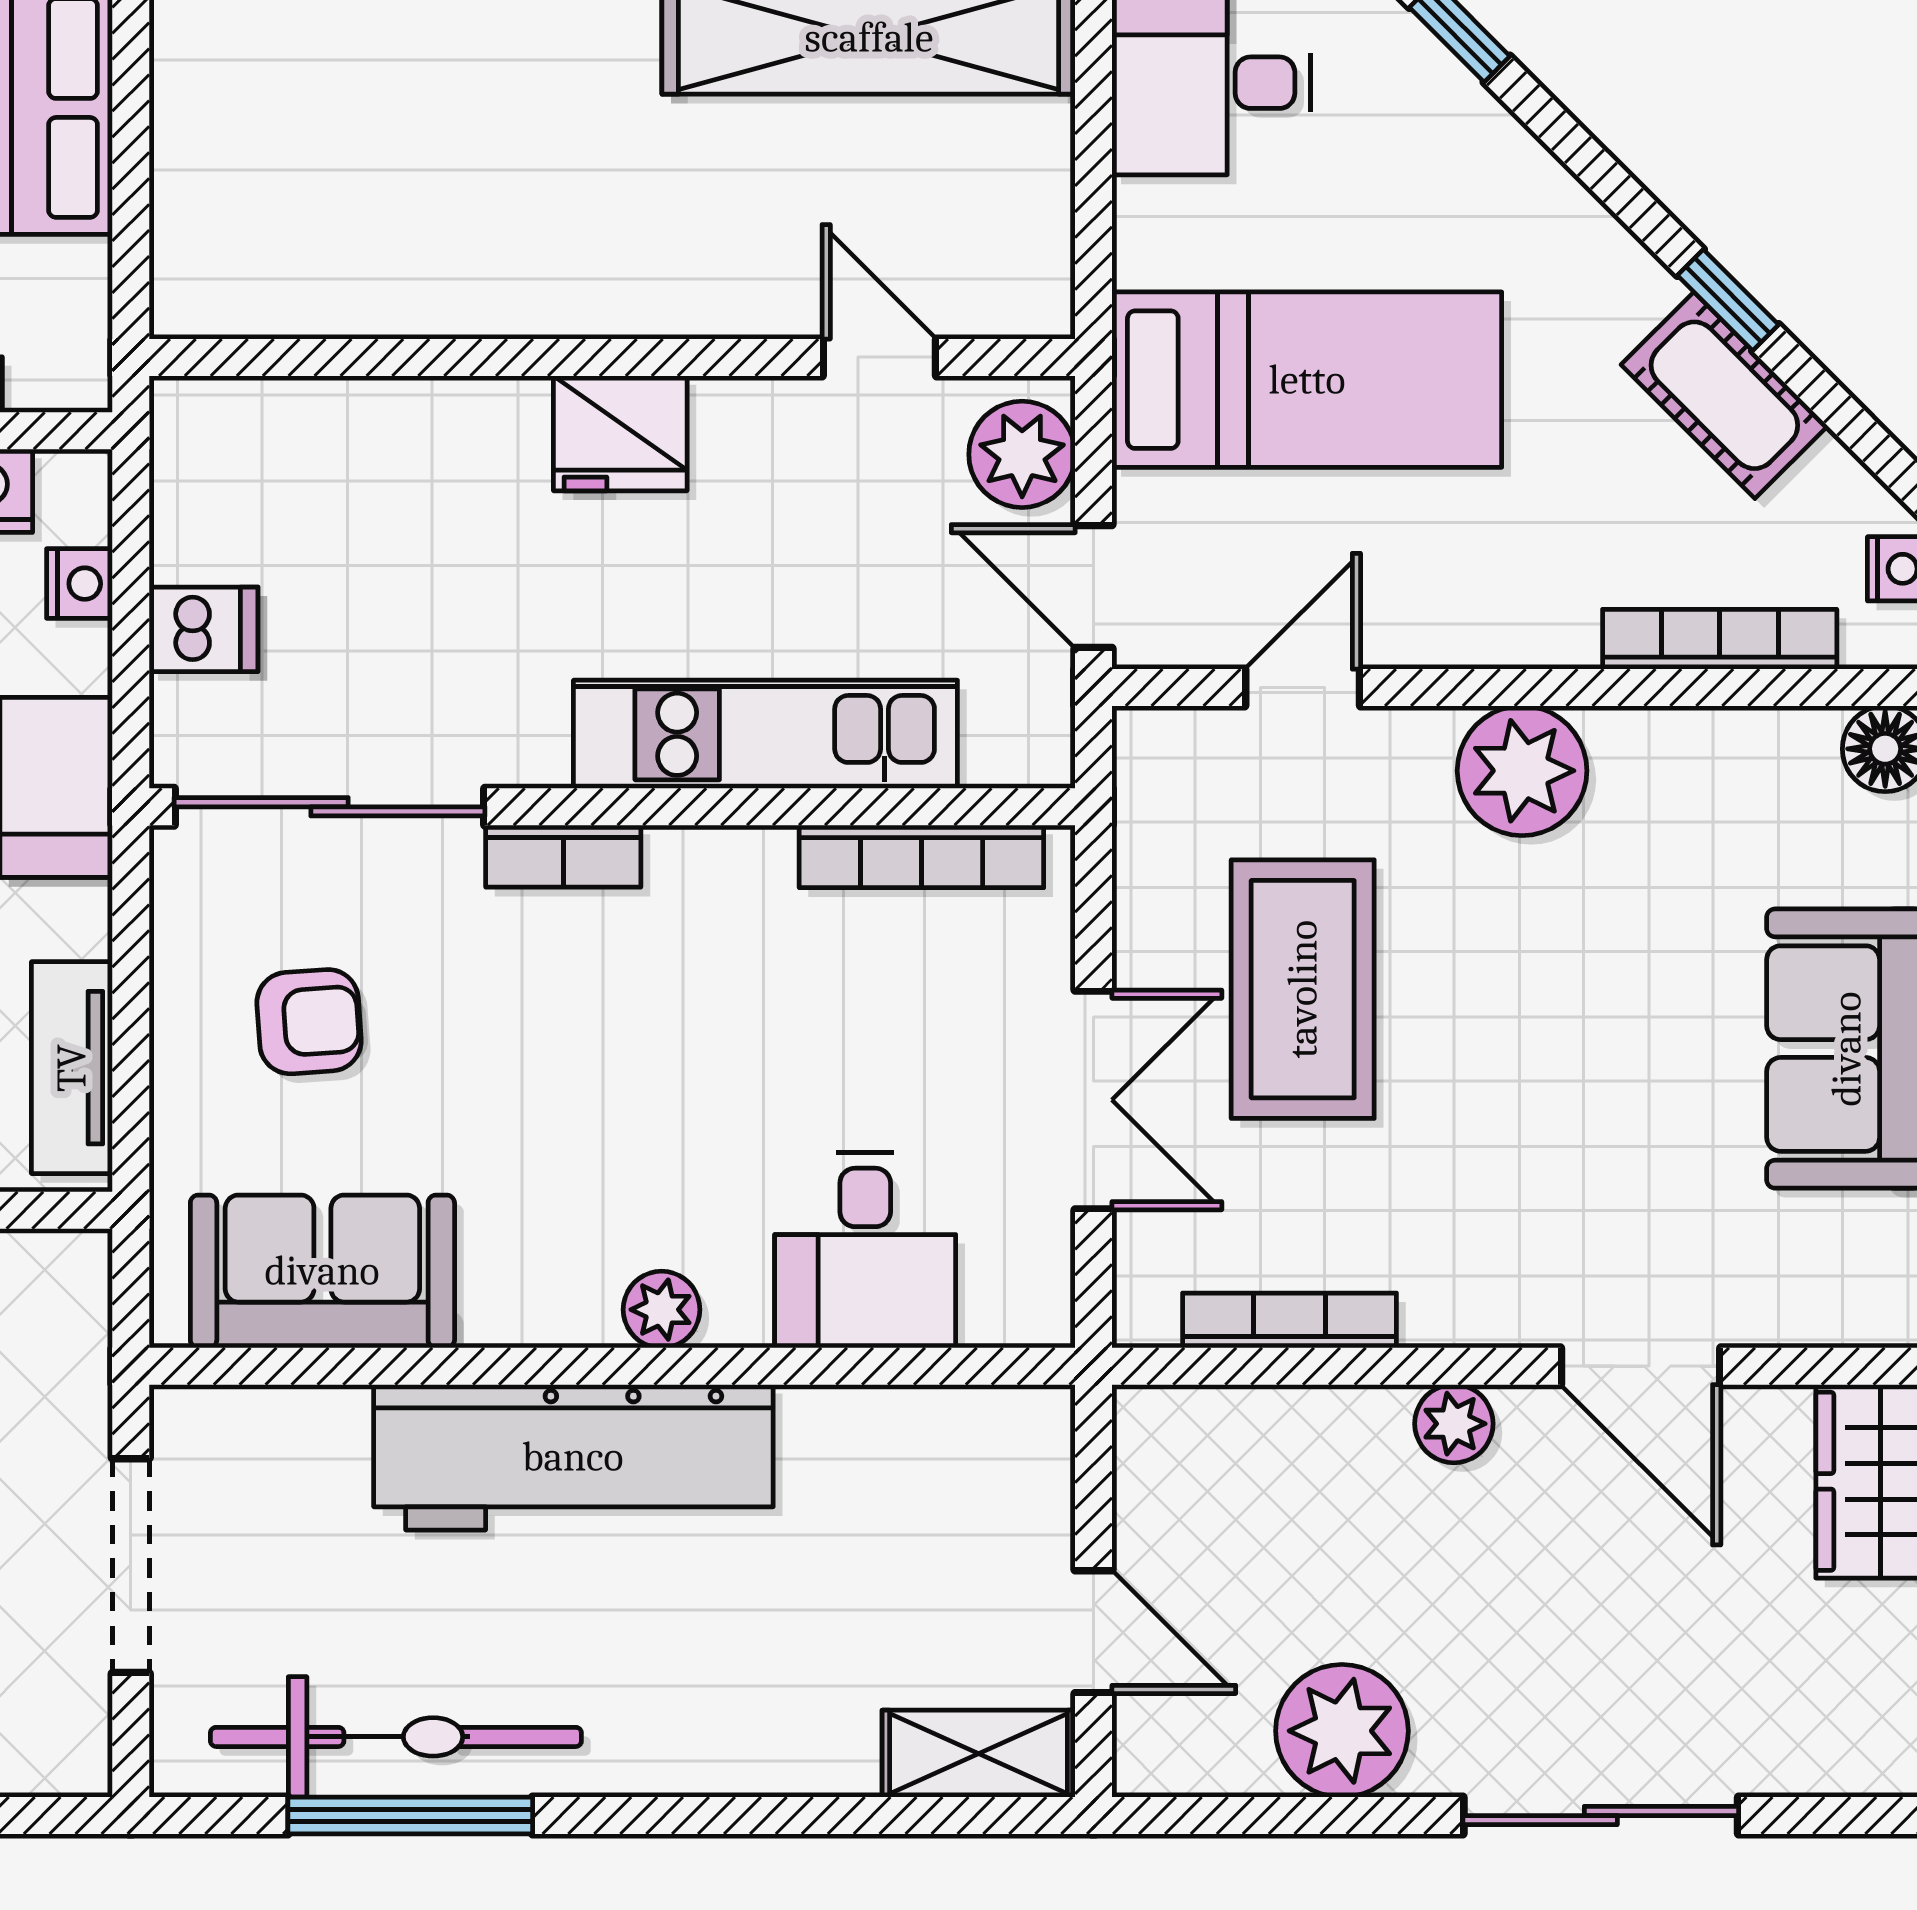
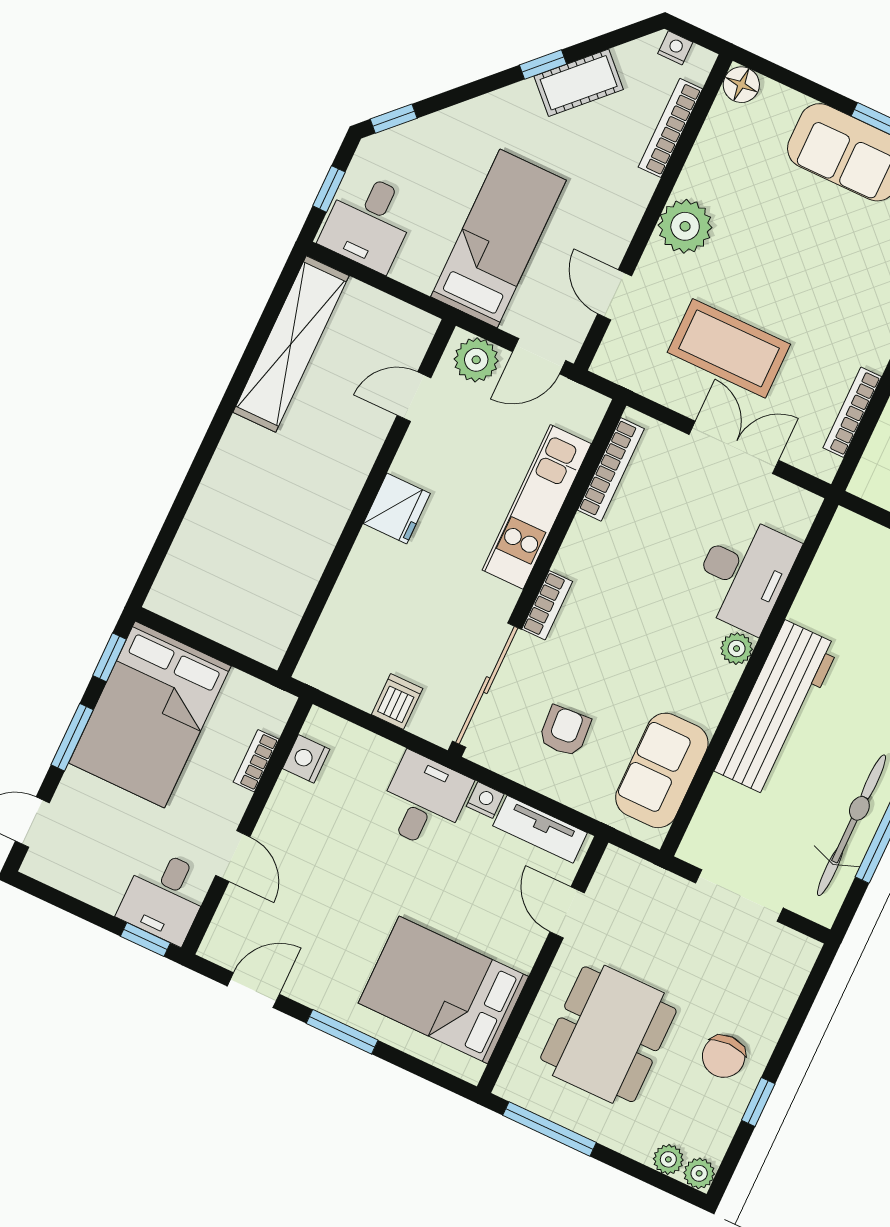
nightstand: (79, 584) -> (485, 800), moved
desk: (865, 1250) -> (744, 574), width x1.37

